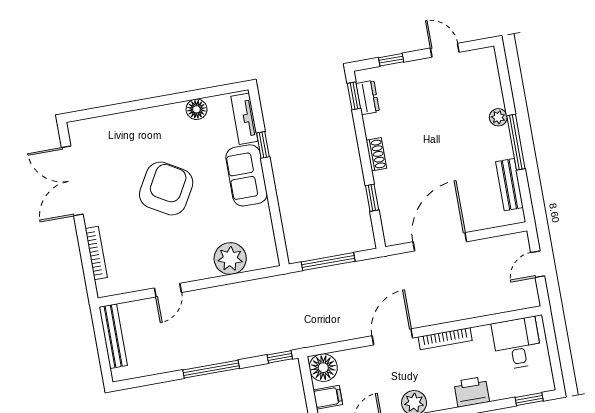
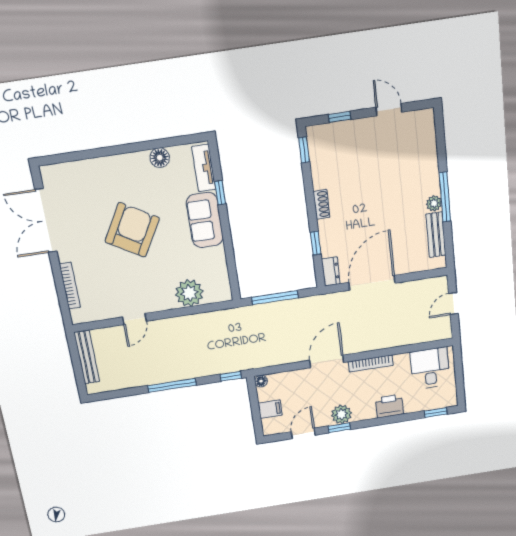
dresser: (368, 98) -> (331, 271), moved
plant: (498, 117) -> (434, 203), moved
floor lamp: (323, 368) -> (261, 381), width x0.53, depth x0.53

